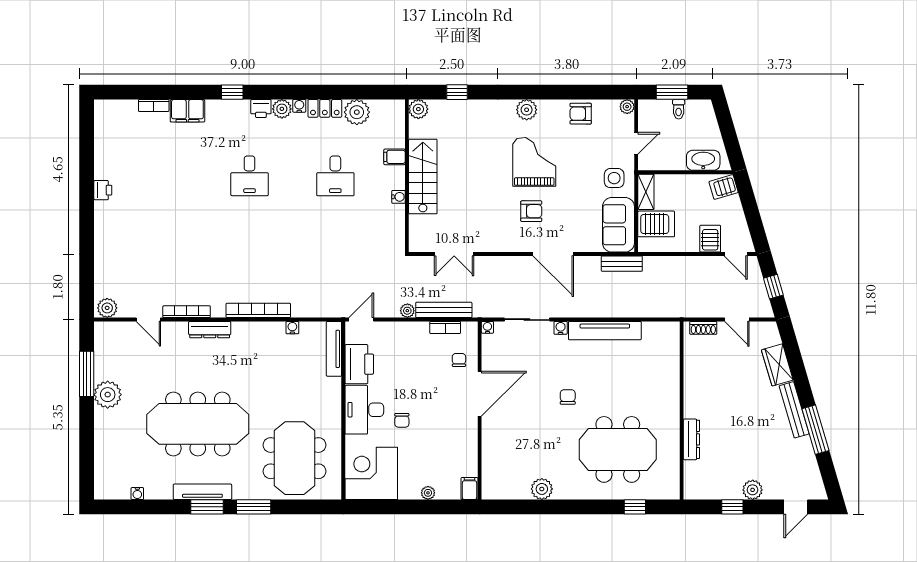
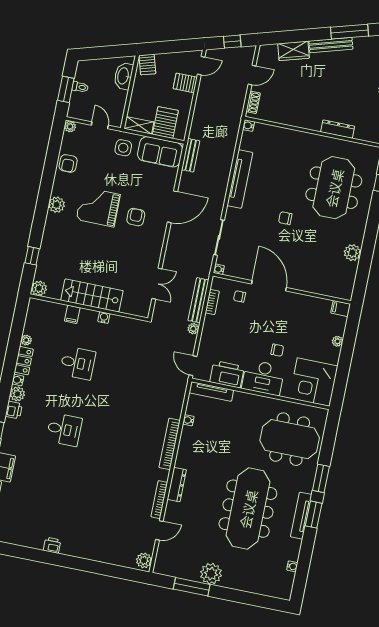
plant: (357, 112) -> (26, 340), width x0.53, depth x0.53
water cooler: (561, 328) -> (248, 126), moved

